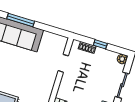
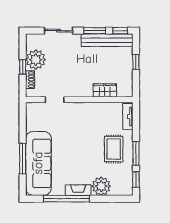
plant: (122, 59) -> (36, 60), moved, width x1.88, depth x1.88

